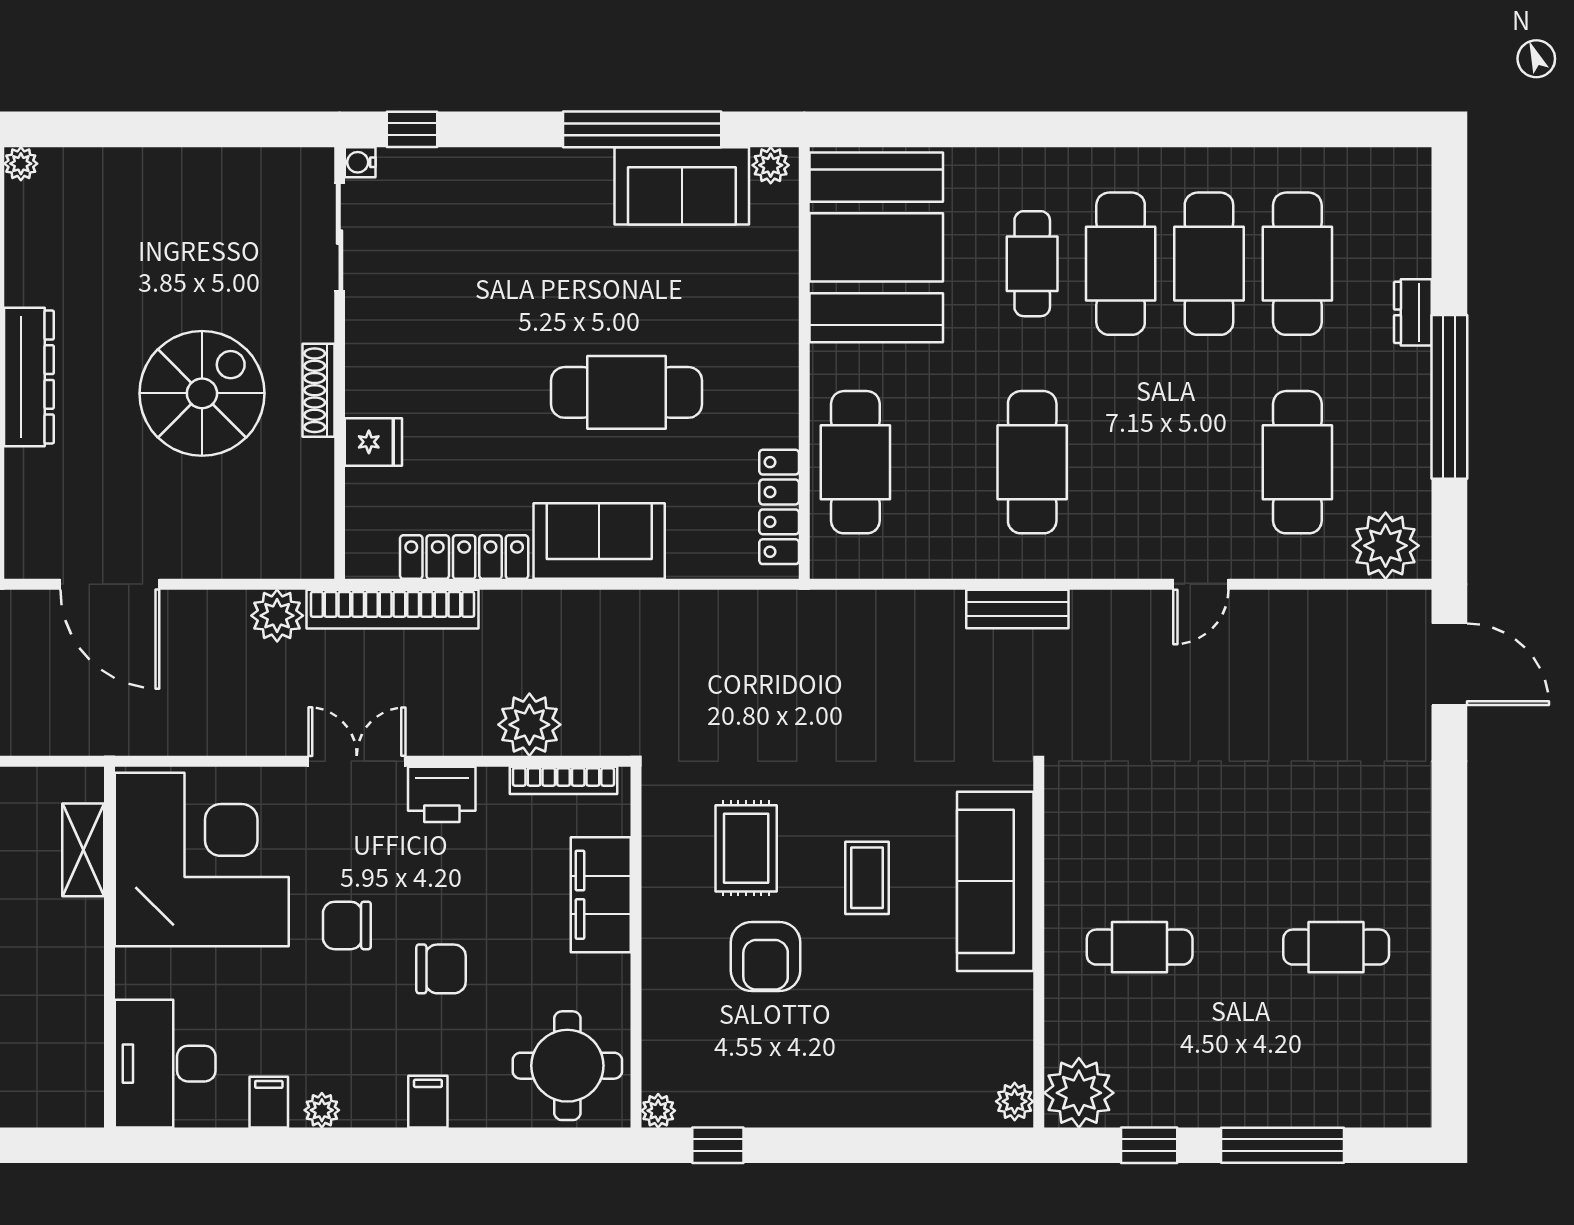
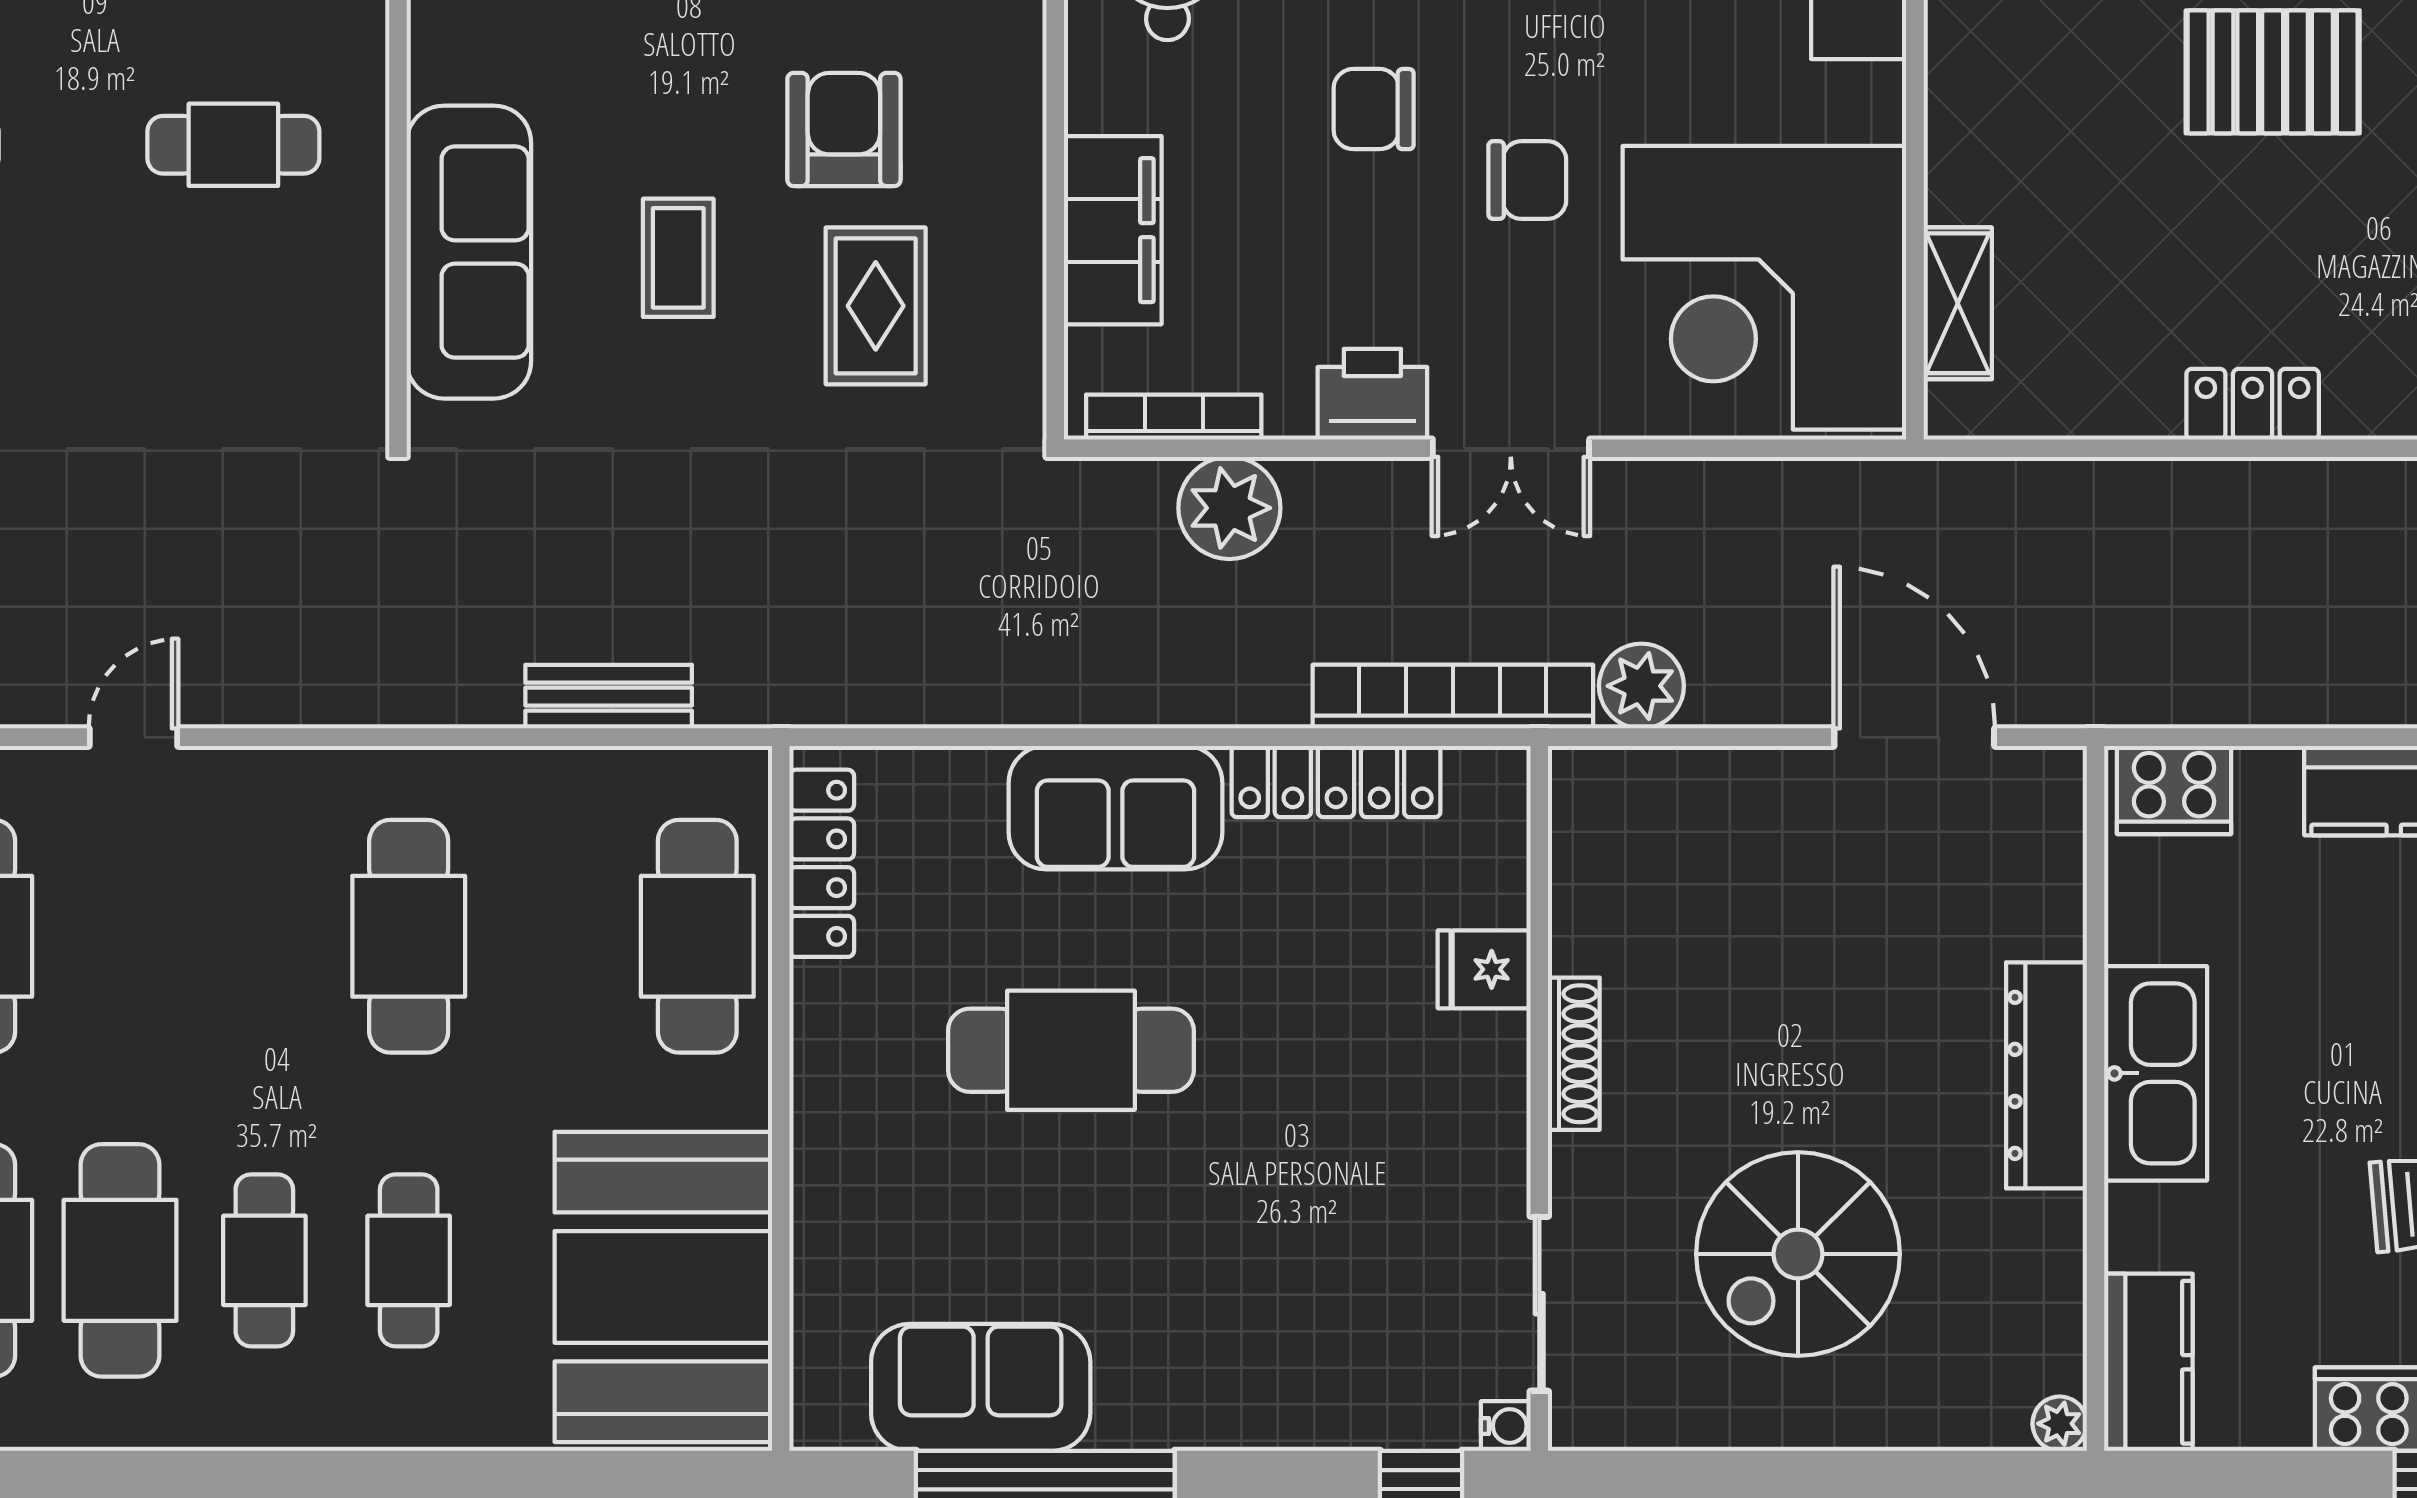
plant: (771, 165) -> (836, 1421), removed
cafe table: (1121, 264) -> (264, 1260), width x0.73, depth x0.74
spiral stairs: (202, 393) -> (1798, 1254), moved
bench: (1017, 609) -> (609, 697), moved

